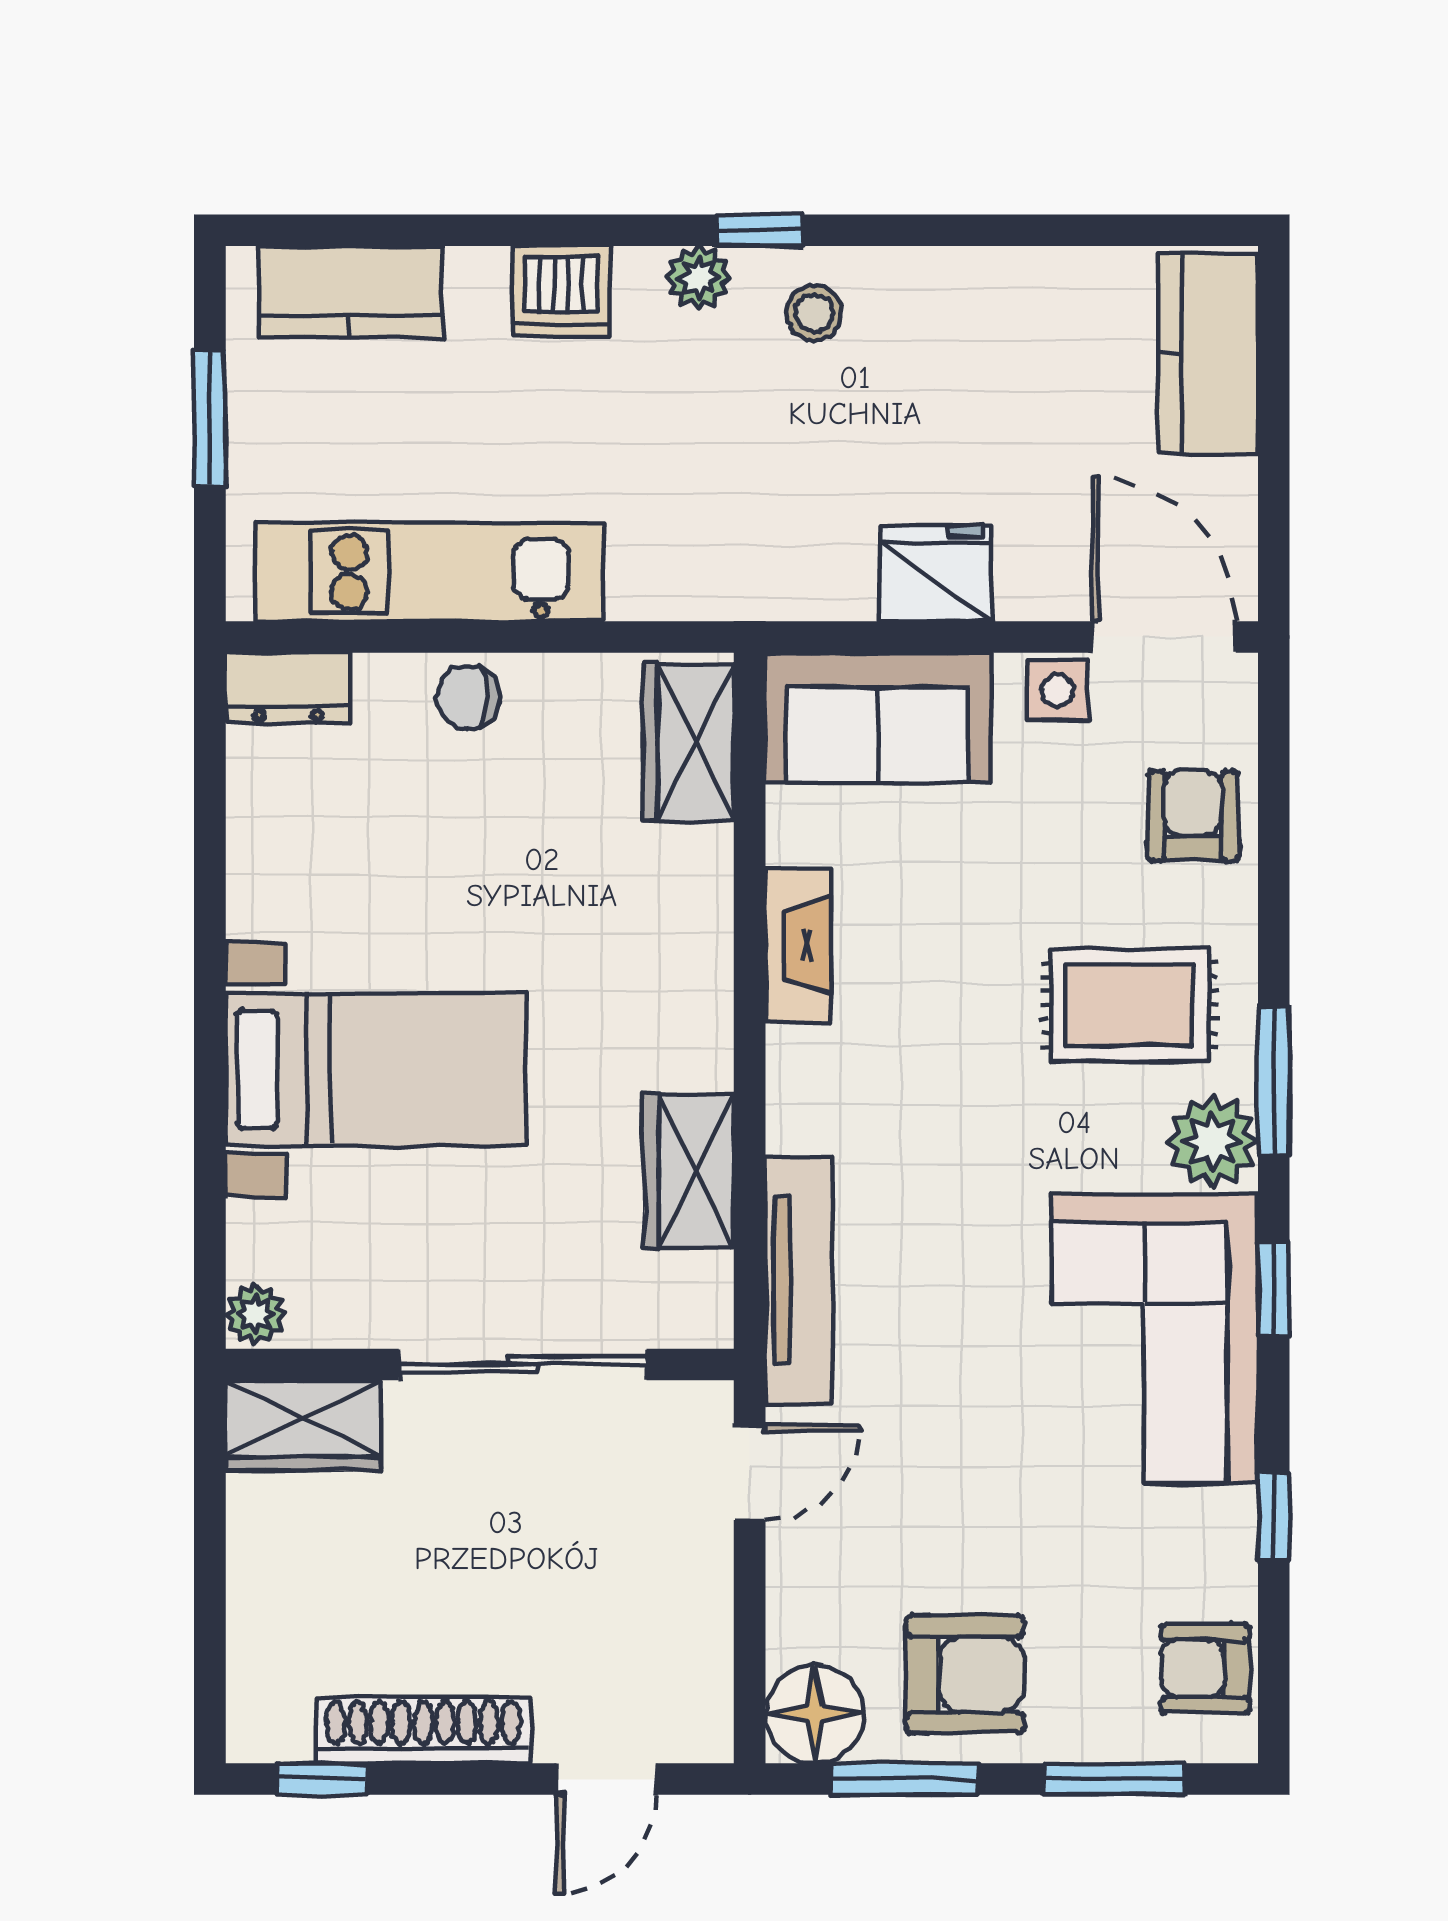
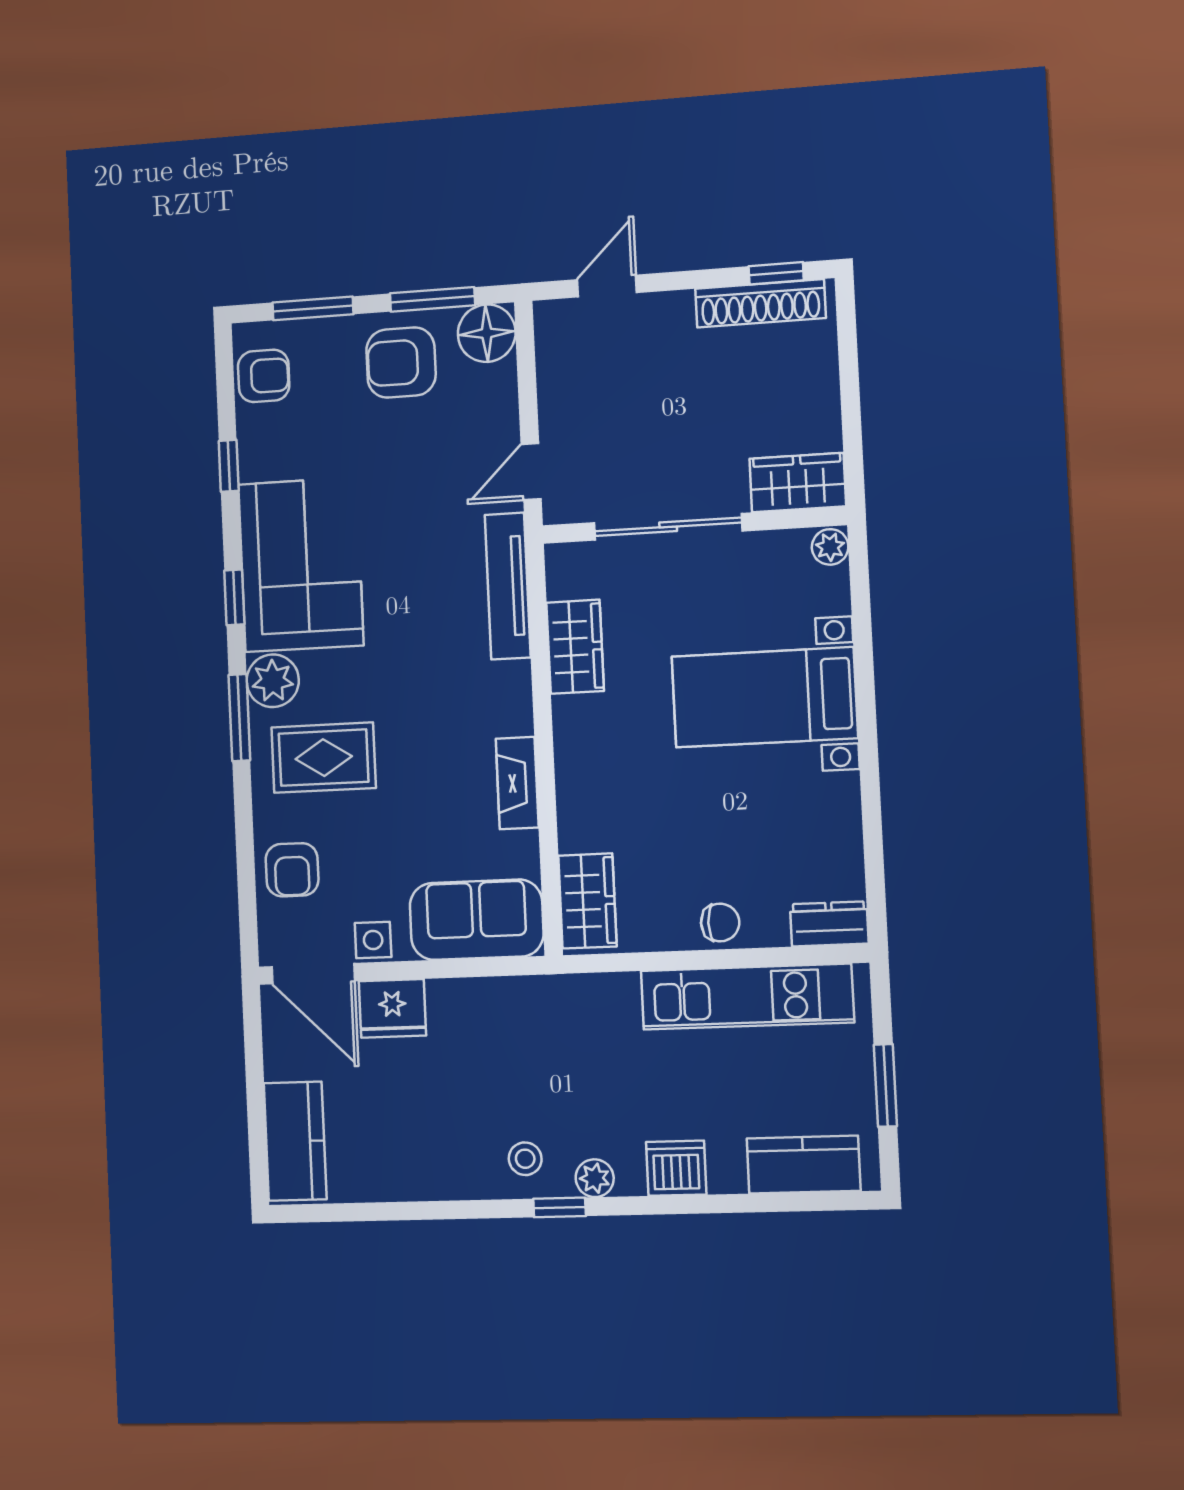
fridge: (936, 573) -> (392, 1008), moved
shoe rack: (423, 1730) -> (760, 303), moved

